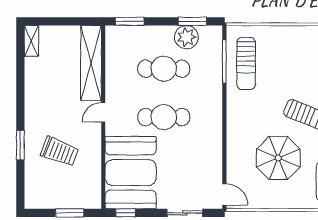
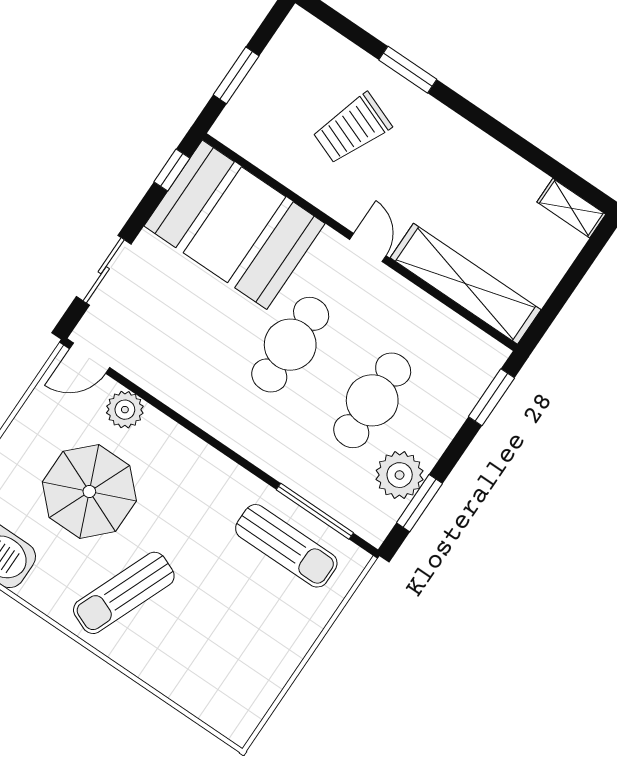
sun lounger: (246, 63) -> (286, 546), turned 180
plant: (235, 166) -> (125, 410), added

